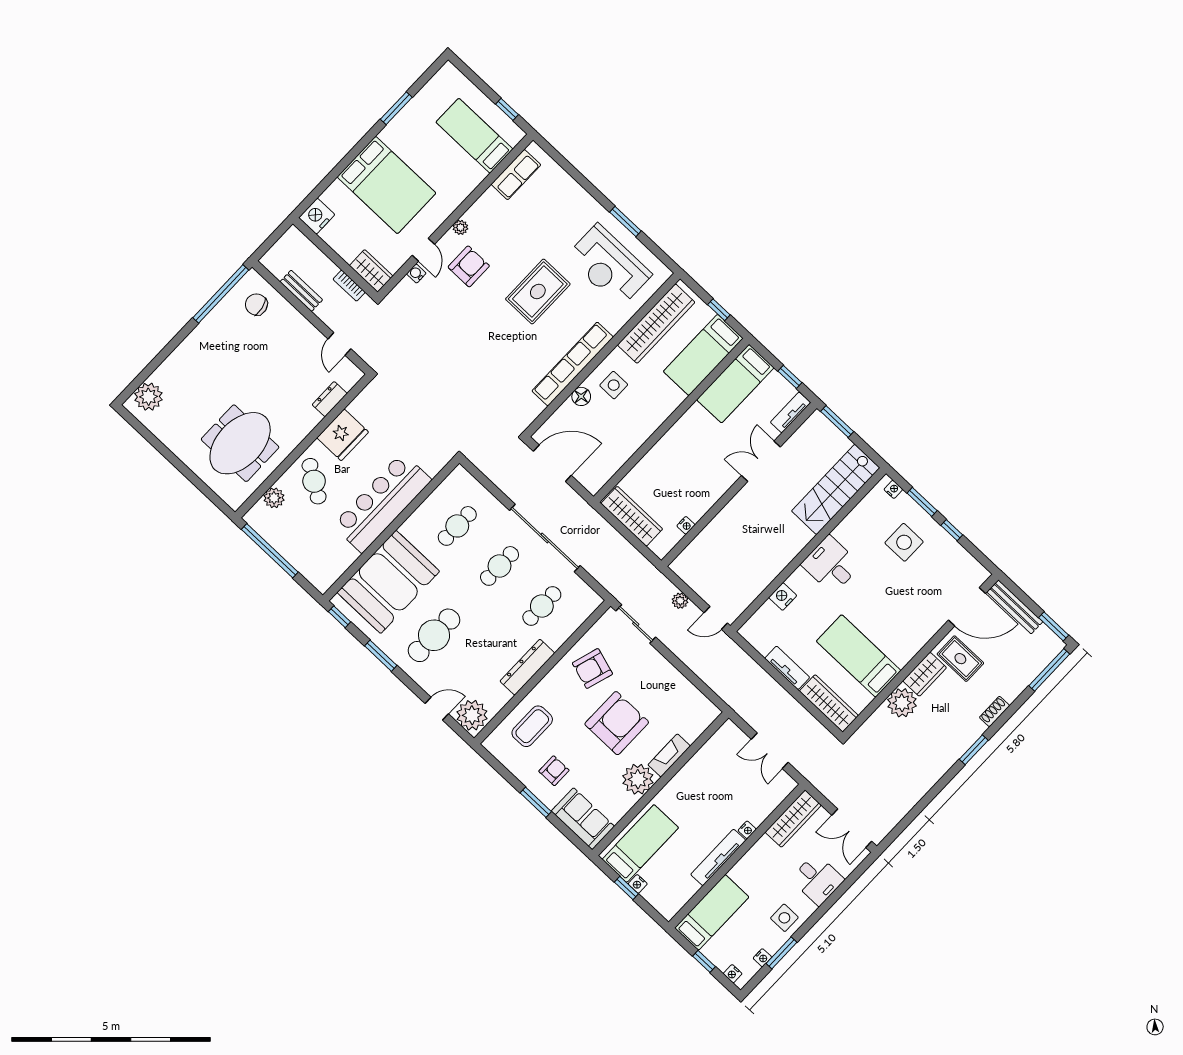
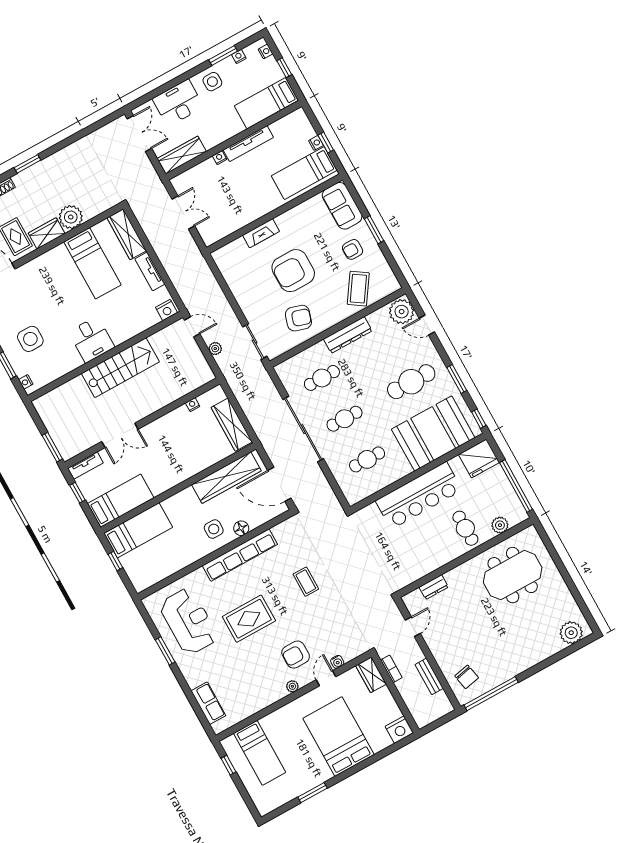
row of seats: (516, 175) -> (208, 703), moved, turned 90
wardrobe: (656, 324) -> (226, 478), moved, turned 180
coffee table: (484, 357) -> (306, 582), added
fridge: (343, 435) -> (479, 459), moved, turned 180
cafe table: (314, 481) -> (465, 528), turned -32
stairs: (836, 489) -> (120, 368), moved
nightstand: (783, 597) -> (166, 310), moved
coffee table: (532, 726) -> (358, 289), turned -56
plant: (638, 779) -> (291, 223), removed
desk: (817, 879) -> (178, 103), width x1.37

